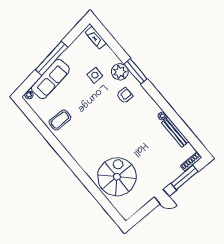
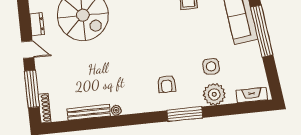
plant: (120, 72) -> (214, 94), moved
door: (162, 197) -> (28, 50), swing flipped
dresser: (142, 202) -> (37, 24), added

